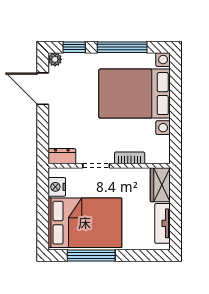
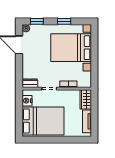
window: (122, 47) -> (64, 21), width x0.46
window: (91, 256) -> (46, 140), removed

